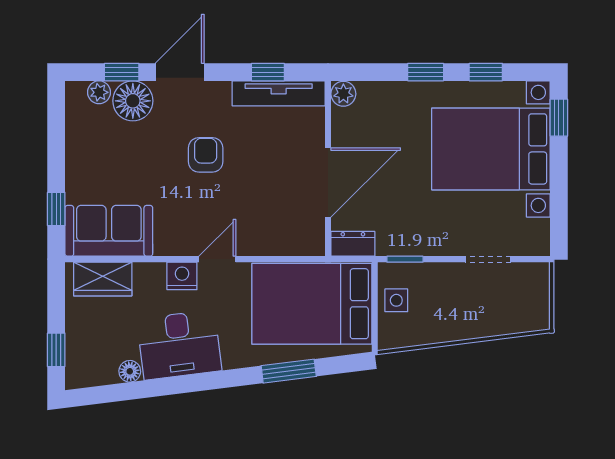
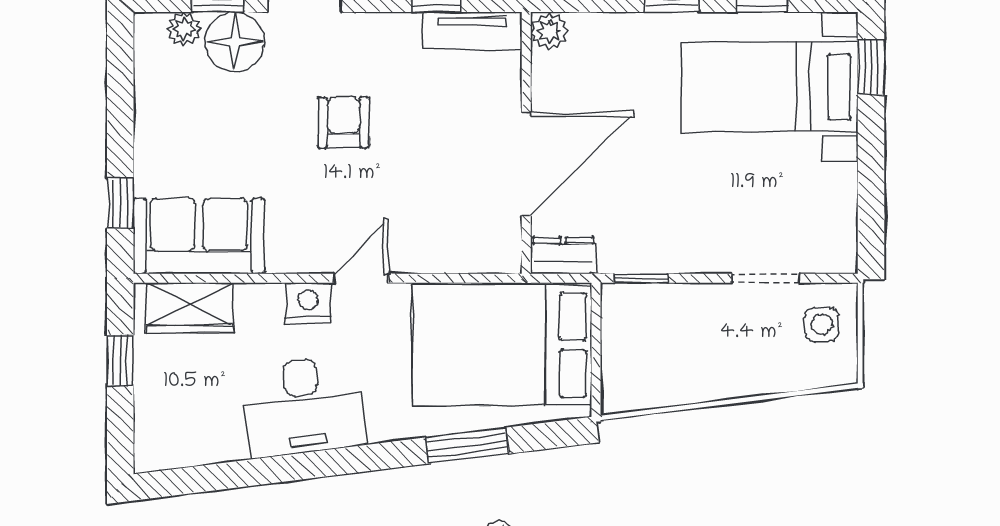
tv unit: (279, 93) -> (473, 31), width x0.71
bed with nightstands: (491, 149) -> (770, 87), width x0.73
side table: (396, 300) -> (822, 324), moved
window: (56, 350) -> (120, 360), moved
floor lamp: (130, 371) -> (230, 446), removed

